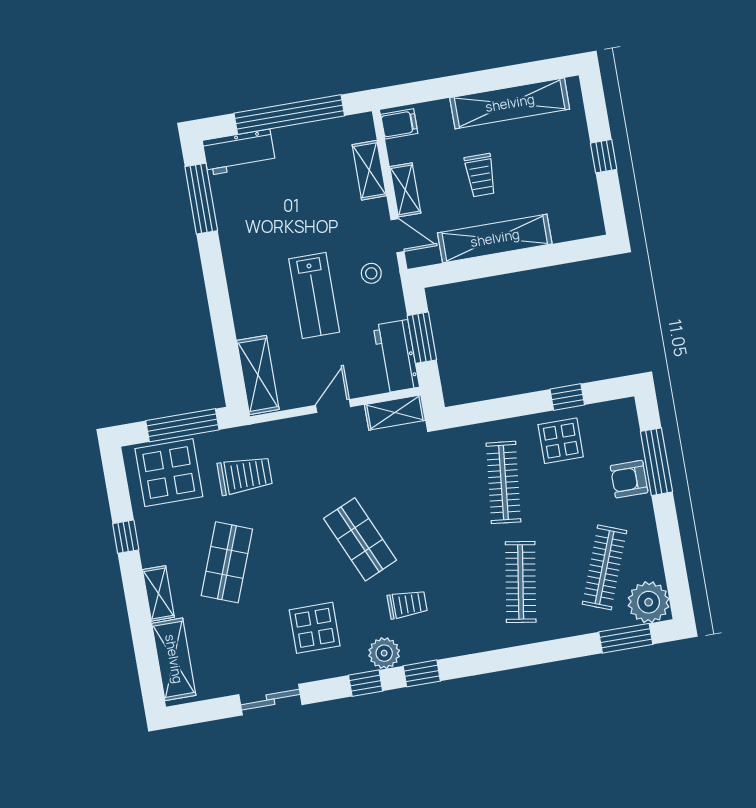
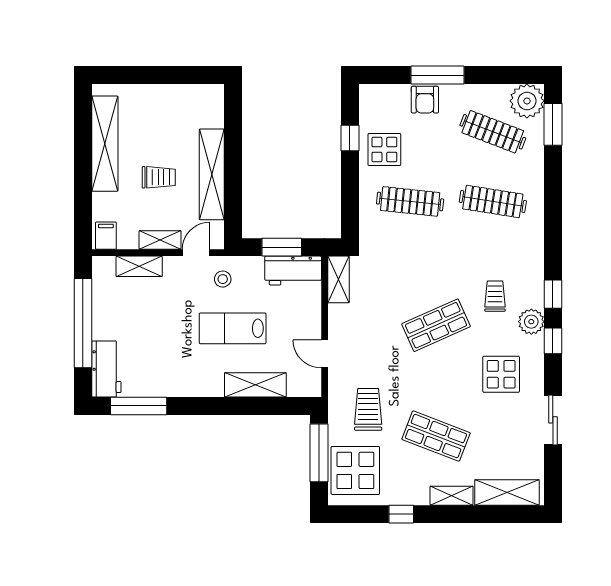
window: (604, 156) -> (161, 75), removed
lab bench: (314, 295) -> (233, 328), turned 180
shelving: (258, 375) -> (255, 385), moved
door: (333, 406) -> (325, 354), moved
window: (656, 462) -> (437, 75), moved

